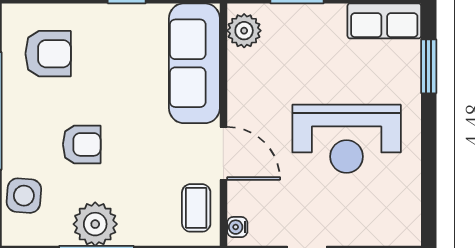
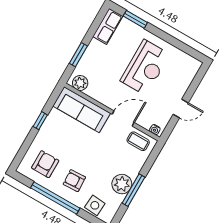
armchair: (82, 144) -> (74, 181), moved, turned -93

